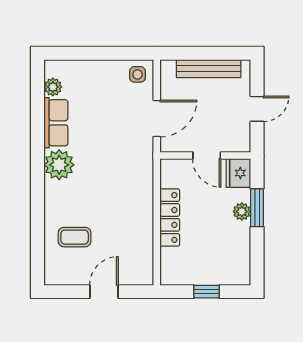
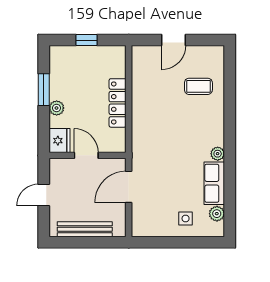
side table: (138, 74) -> (186, 219), moved
plant: (59, 165) -> (218, 154), width x0.53, depth x0.53
window: (257, 208) -> (44, 90), moved

